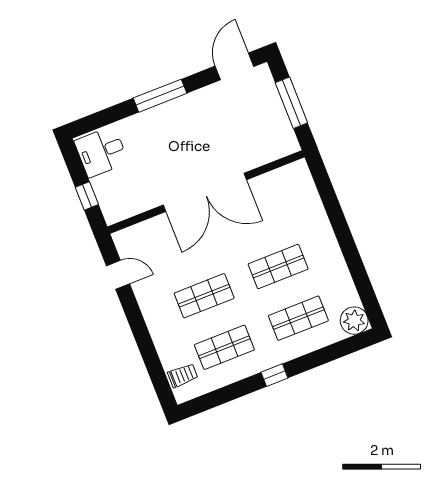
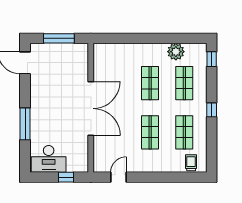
window: (160, 96) -> (25, 124), moved
desk: (101, 152) -> (49, 159), width x1.37
plant: (354, 321) -> (176, 52), moved
window: (351, 345) -> (212, 59), added

